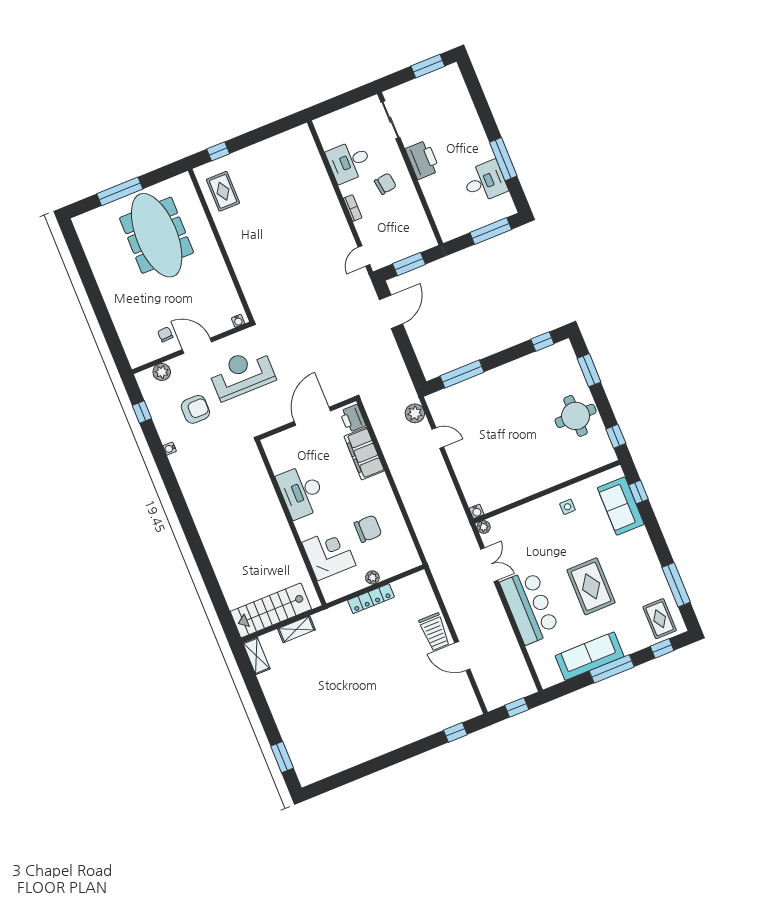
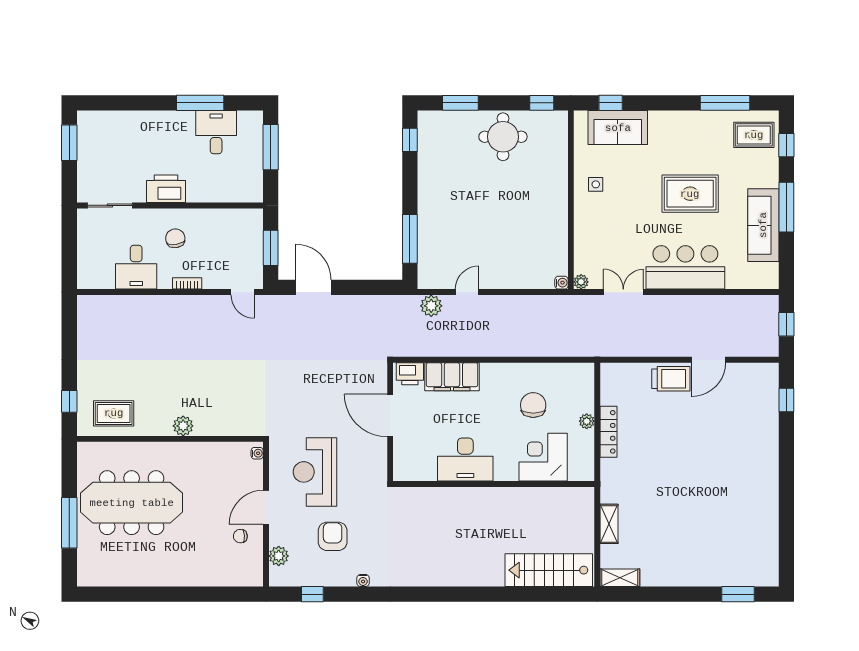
plant: (236, 252) -> (183, 426), added
stairs: (271, 610) -> (549, 570), moved, turned 90

